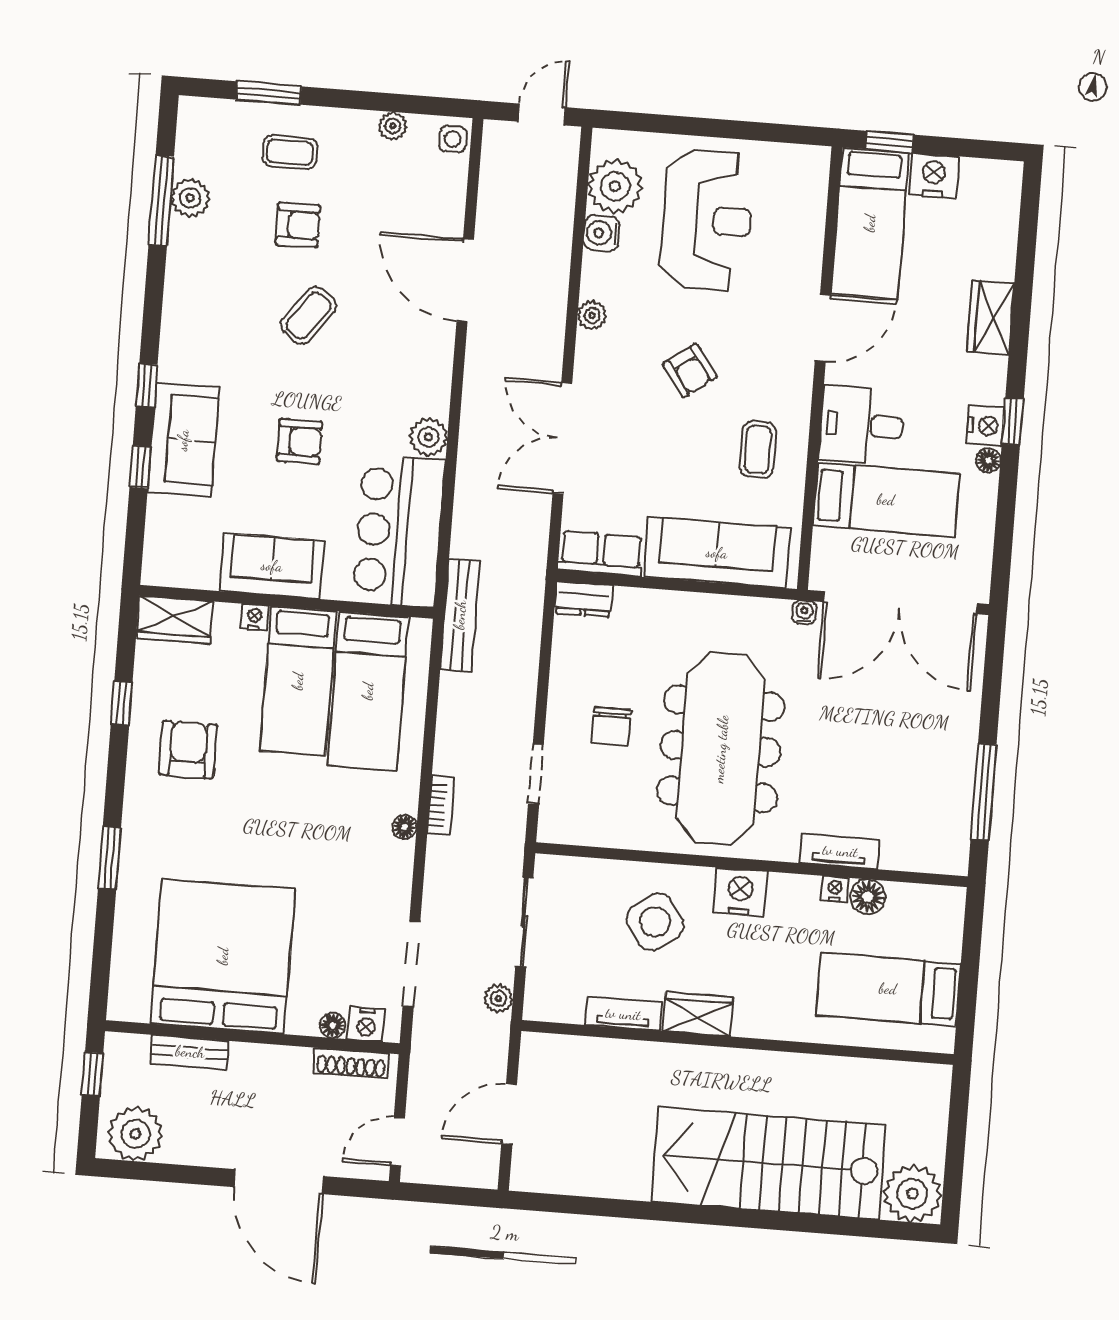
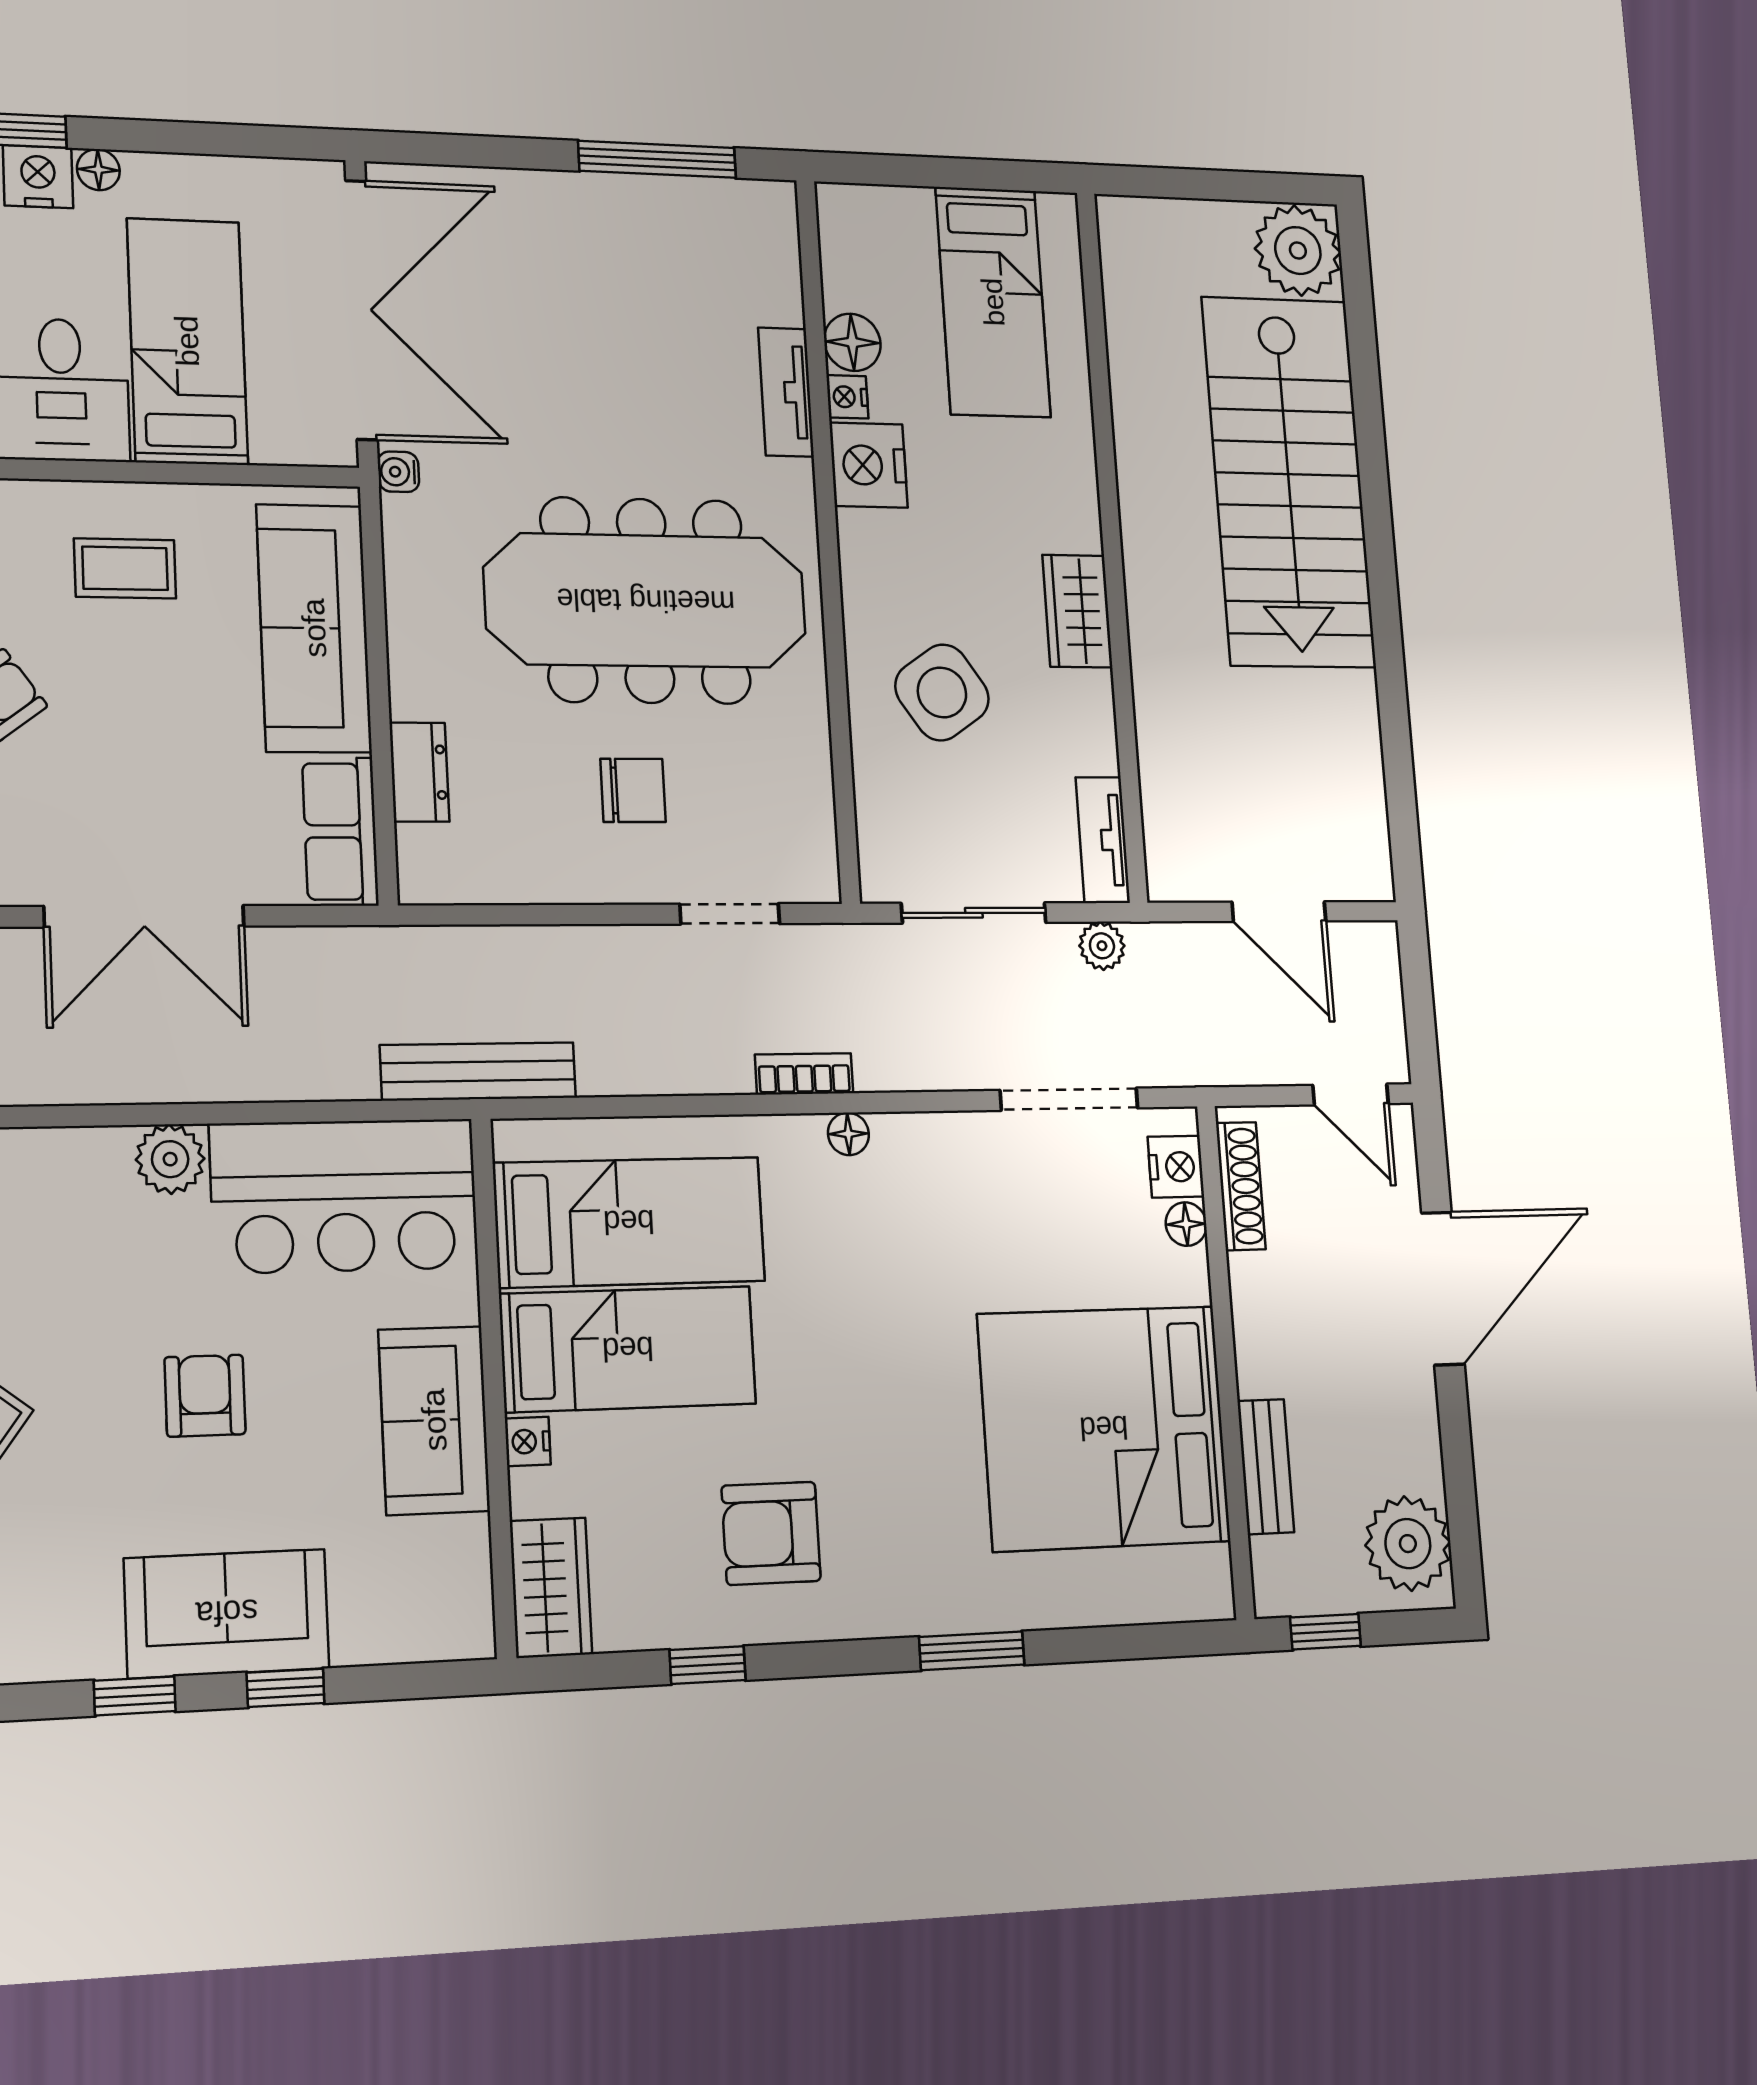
dresser: (584, 599) -> (419, 772), moved
nightstand: (740, 892) -> (869, 465), moved
tv unit: (623, 1014) -> (1103, 840), moved

